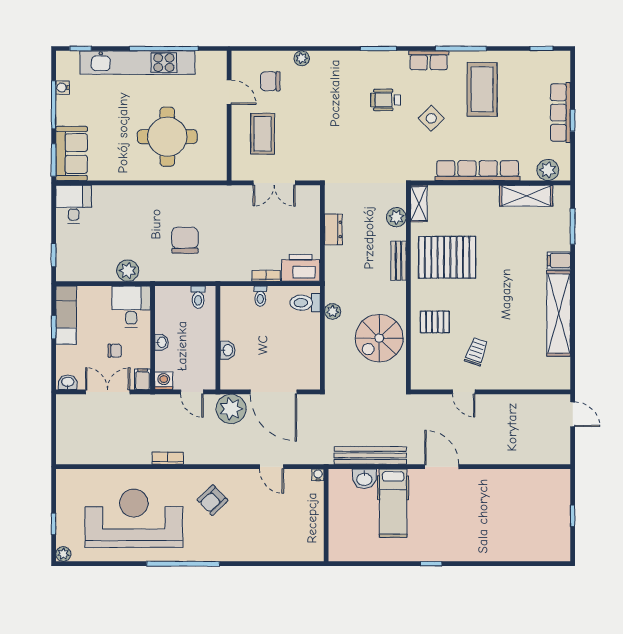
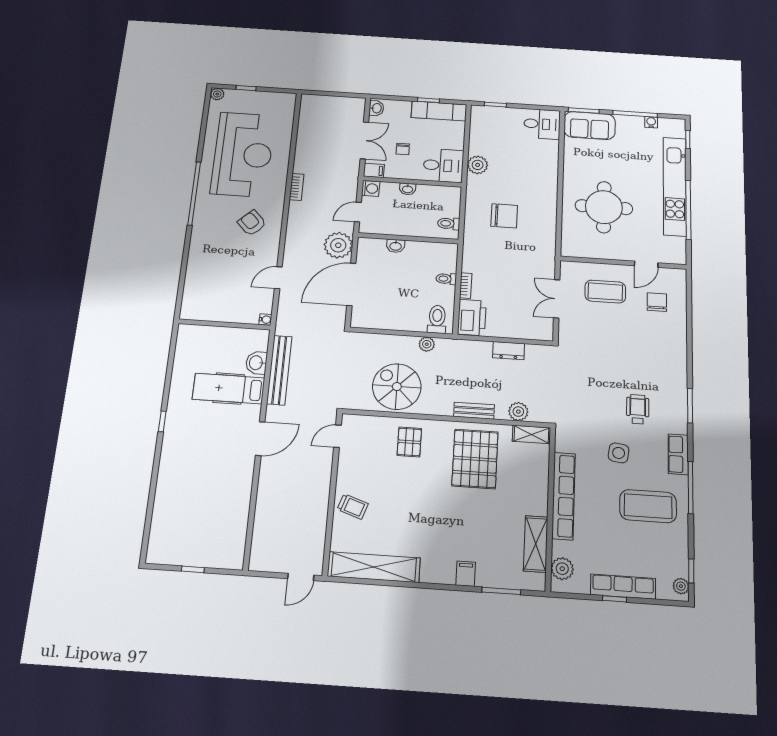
plant: (302, 58) -> (681, 586), moved
side table: (431, 118) -> (619, 453), turned -37
shelving: (559, 313) -> (374, 567), moved
trolley: (476, 352) -> (353, 506), moved
door: (464, 392) -> (338, 436), moved

